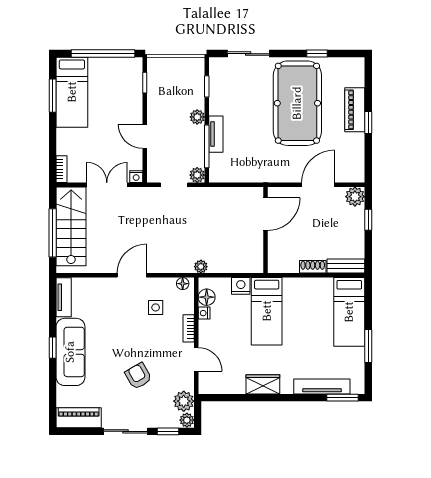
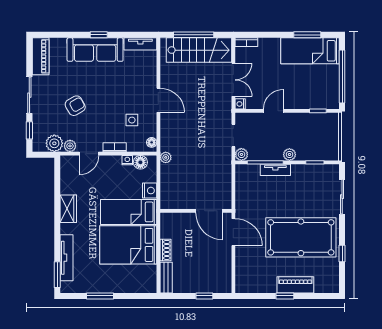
door: (318, 185) -> (233, 232), moved
plant: (355, 197) -> (224, 285), removed
bed: (349, 312) -> (128, 245), moved, width x1.50
plant: (187, 420) -> (70, 146), moved

